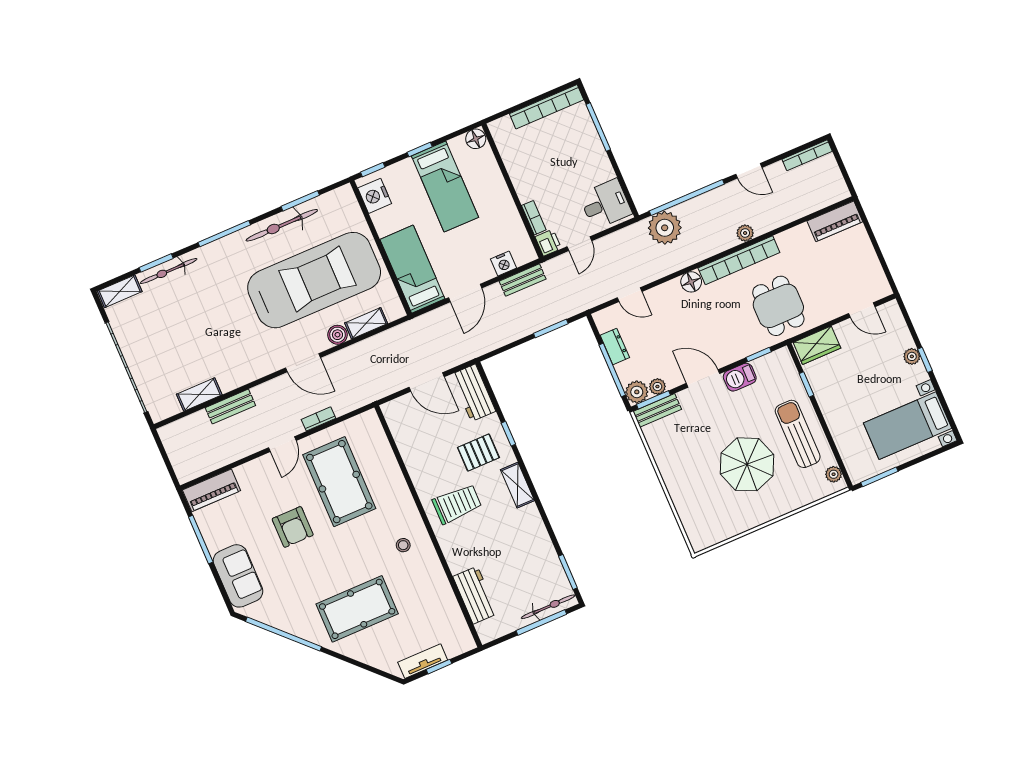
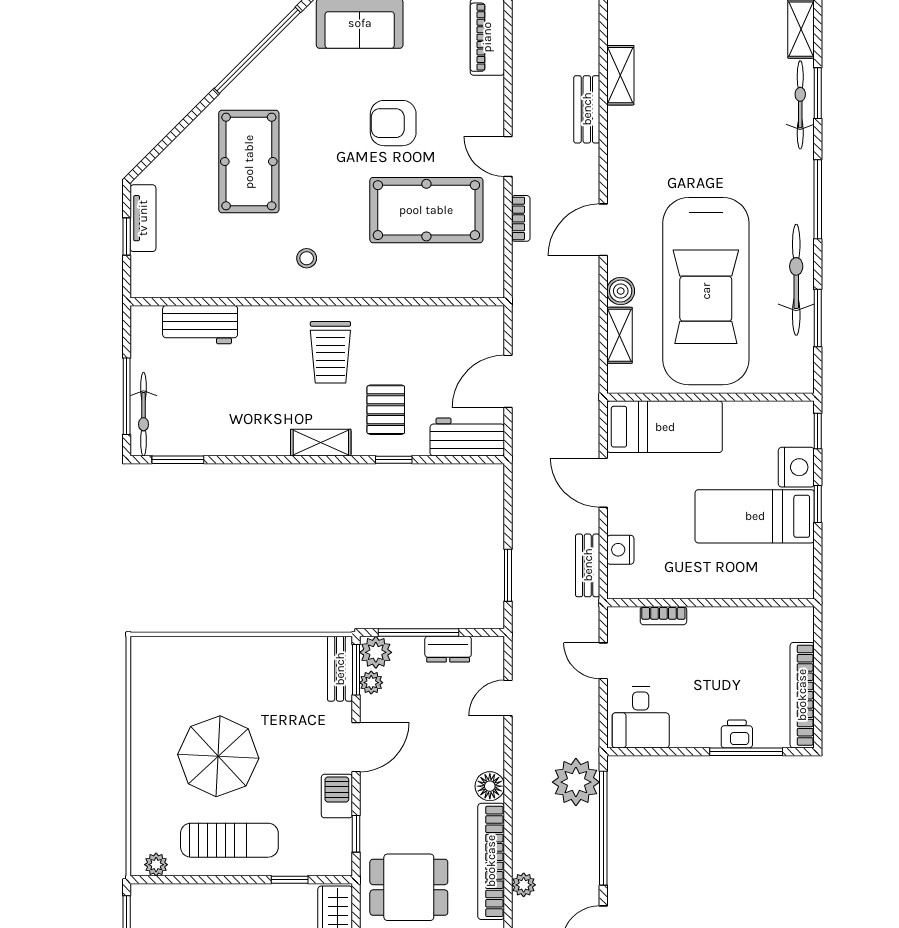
floor lamp: (476, 139) -> (800, 584), removed
nightstand: (375, 196) -> (796, 467), moved, turned 90
printer: (548, 243) -> (737, 734), moved, turned 180

